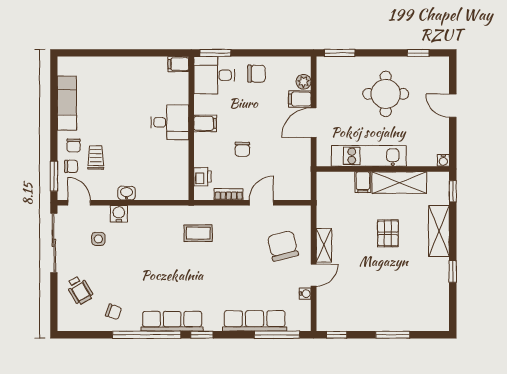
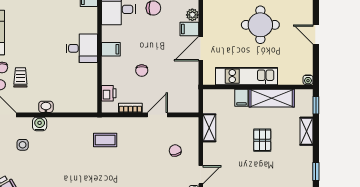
shelving: (439, 231) -> (307, 131), width x0.67, depth x0.75
shelving: (324, 245) -> (209, 128), moved
chair: (283, 246) -> (175, 151), width x0.54, depth x0.54

